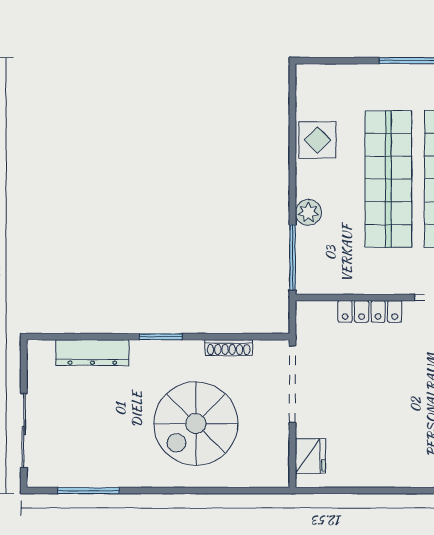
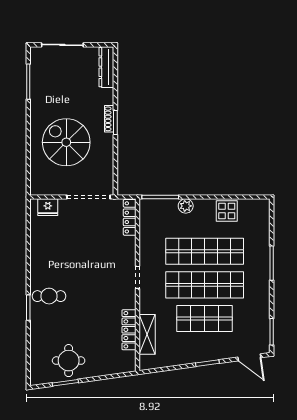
locker: (370, 311) -> (130, 217), moved
shoe rack: (229, 348) -> (109, 119), moved
dresser: (92, 353) -> (106, 67), moved

